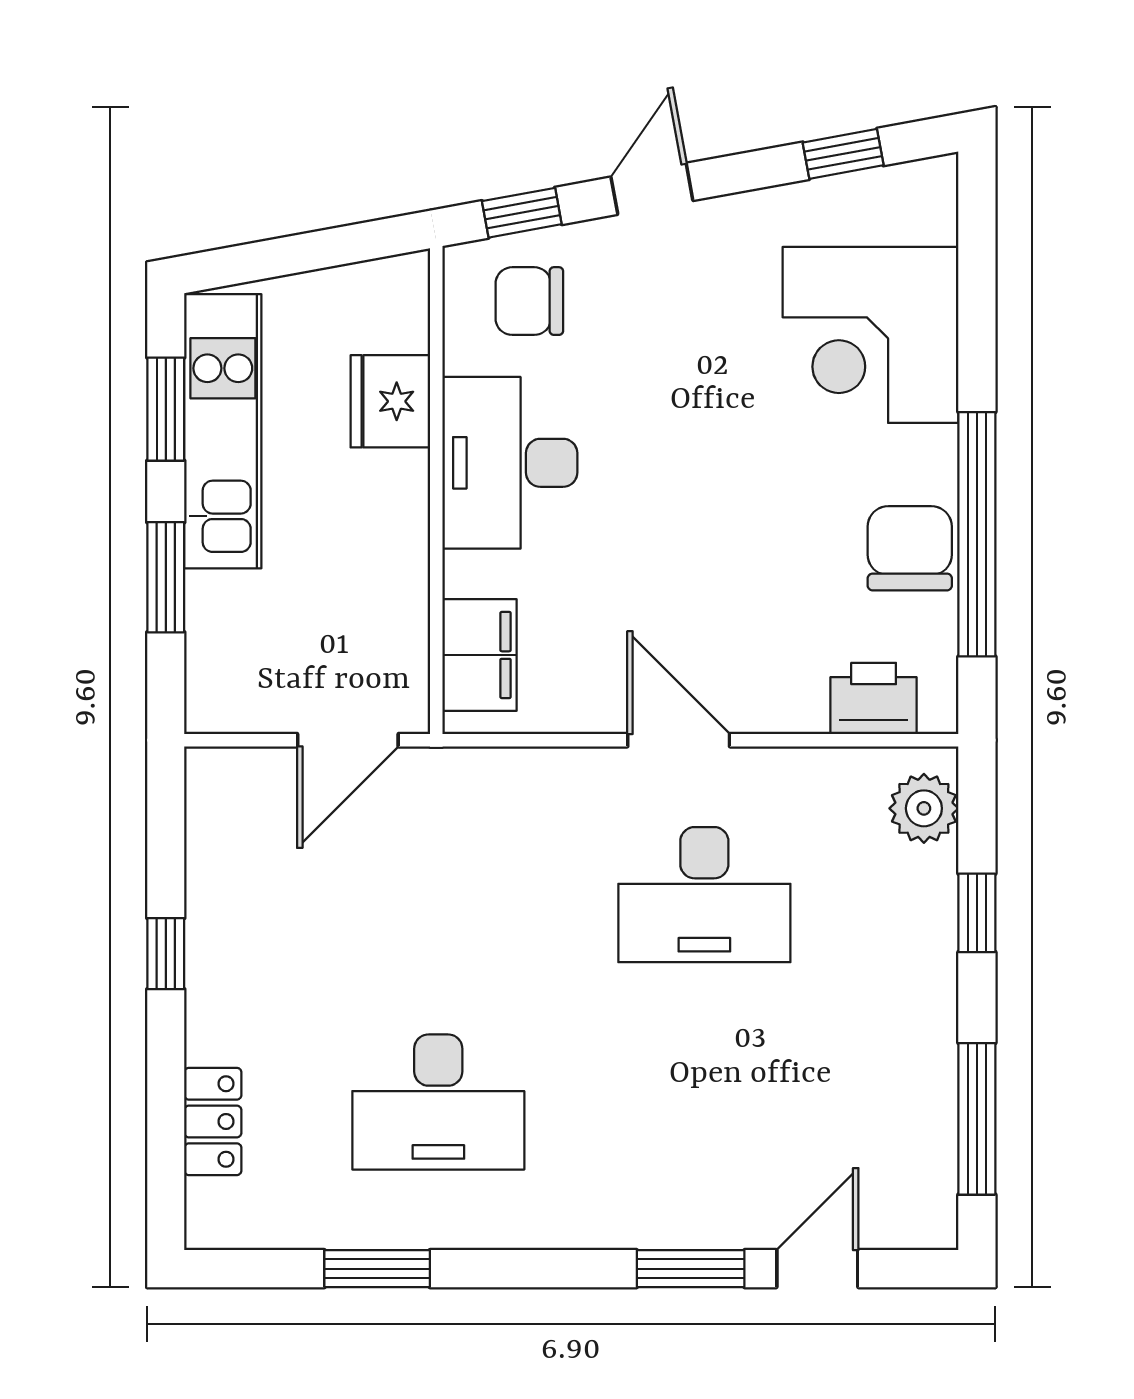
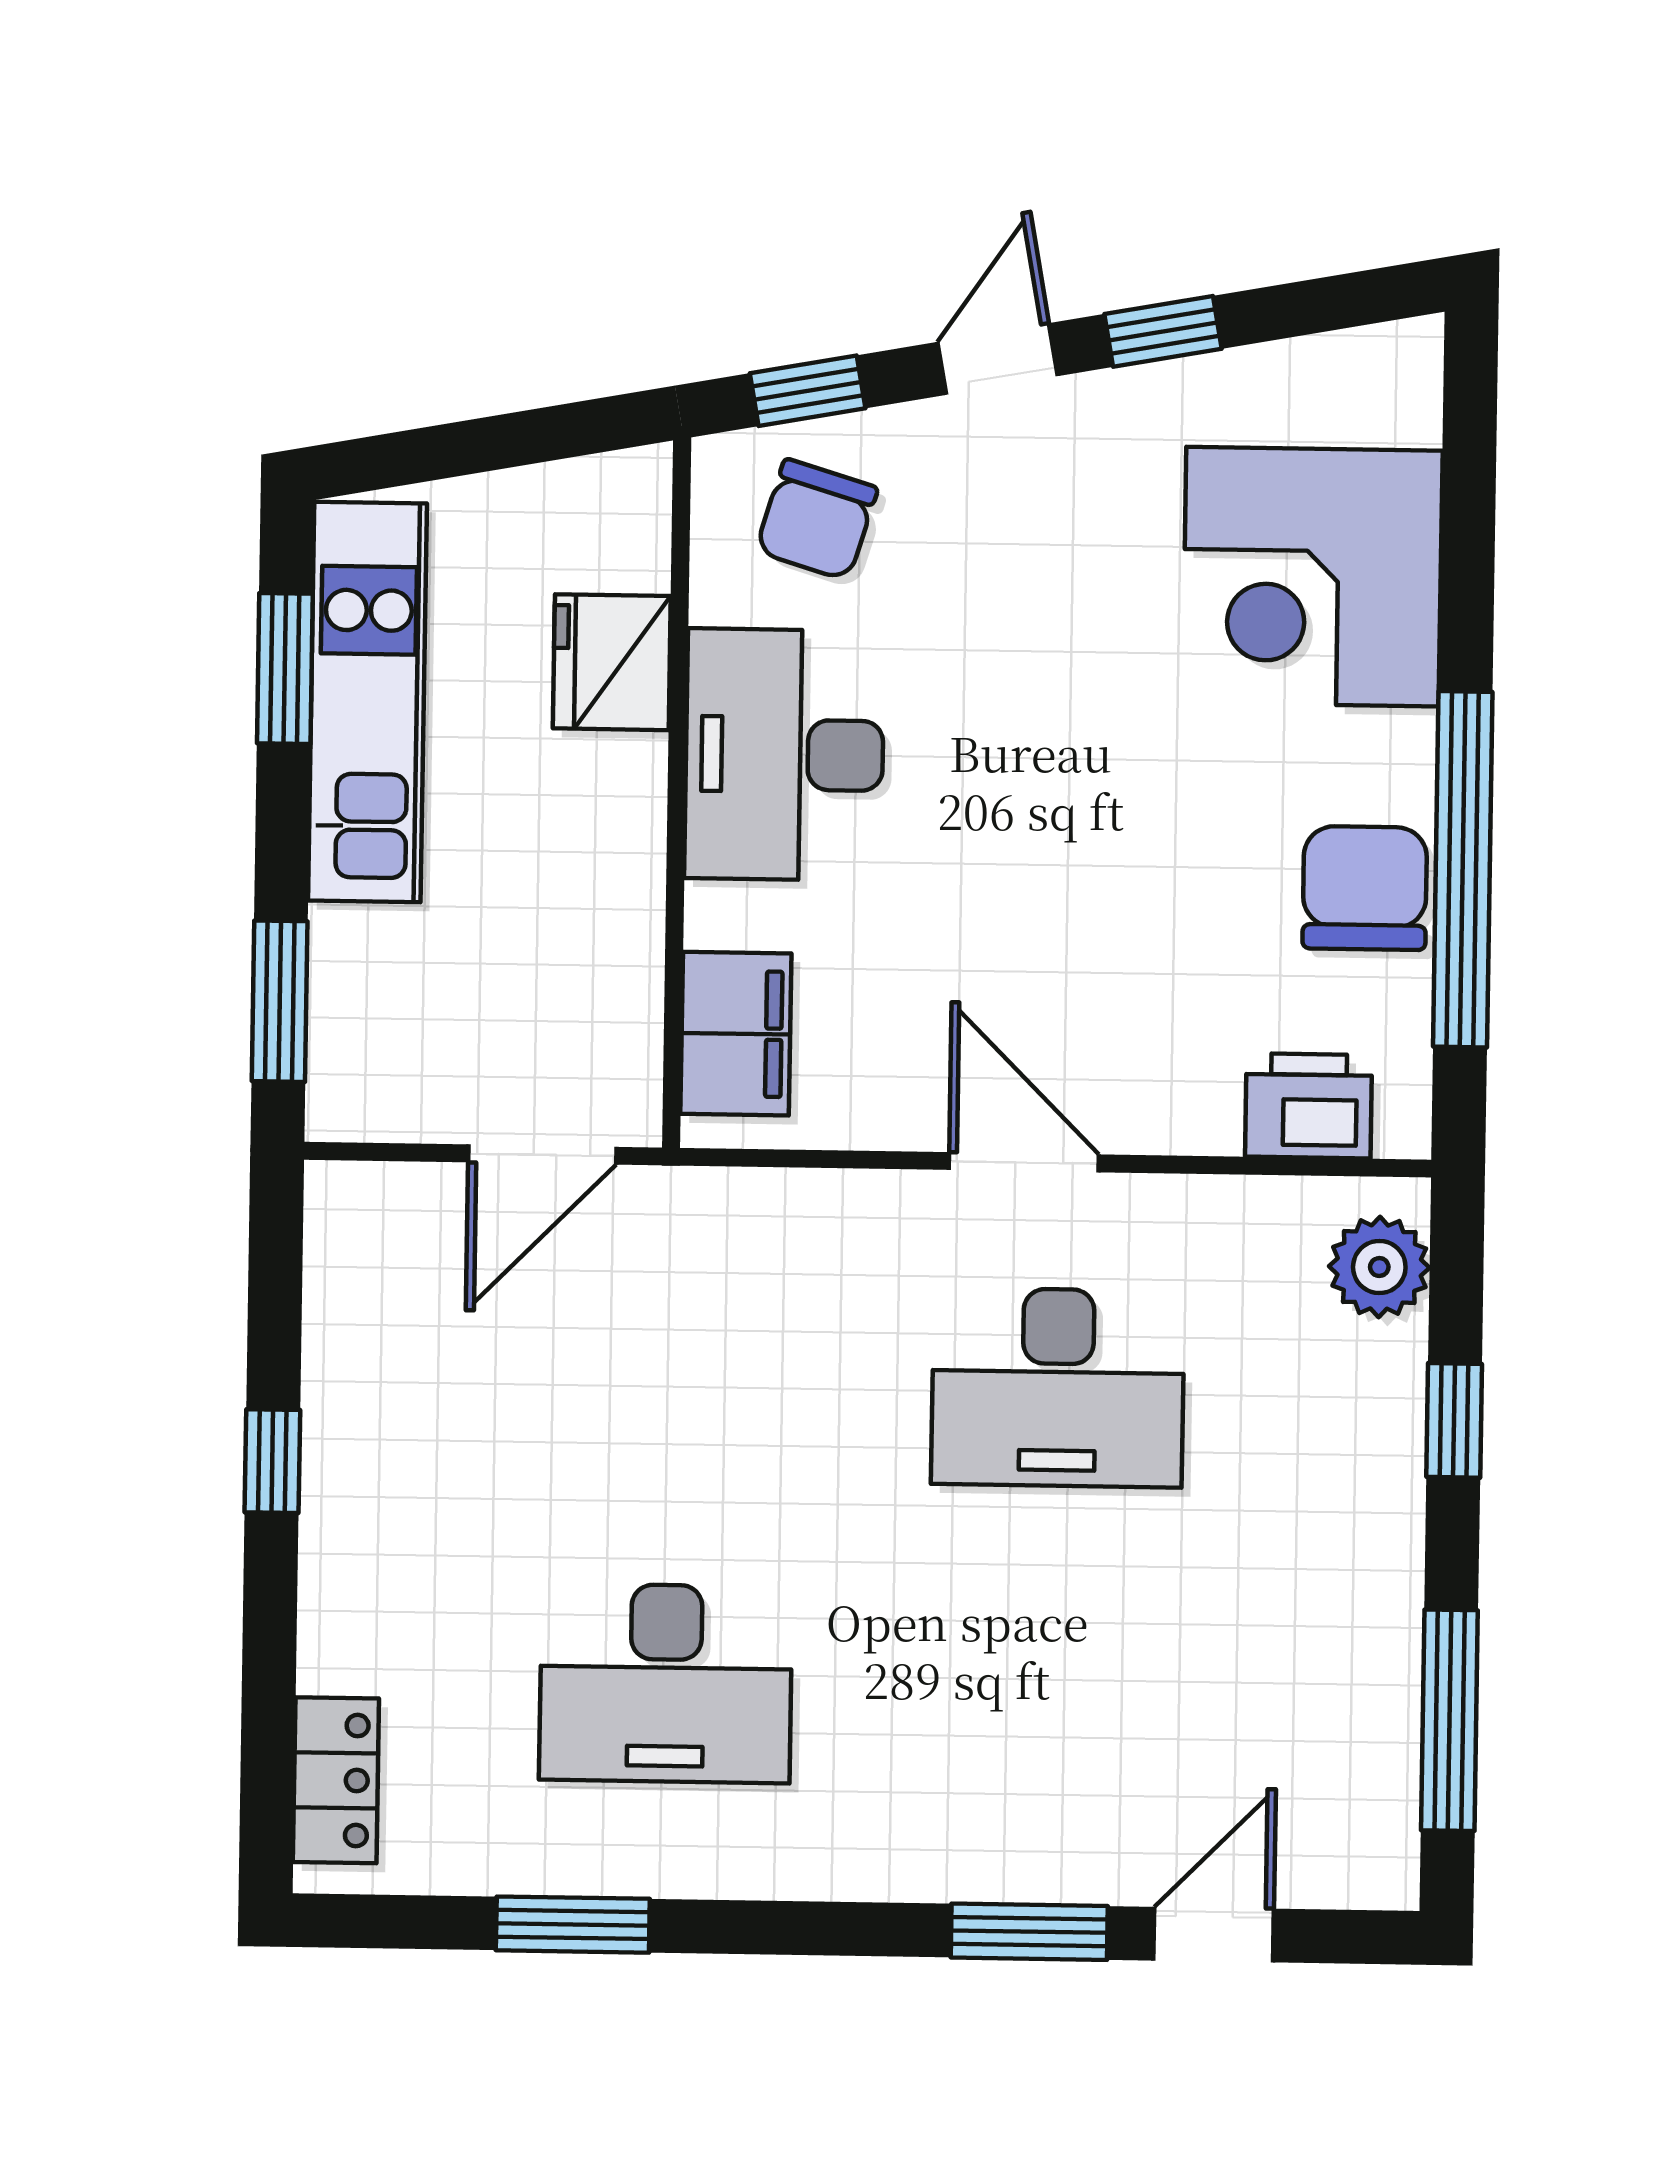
window: (843, 154) -> (1163, 331), moved
chair: (529, 301) -> (817, 520), turned -73
window: (166, 577) -> (280, 1001), moved
locker: (213, 1121) -> (336, 1780), moved

